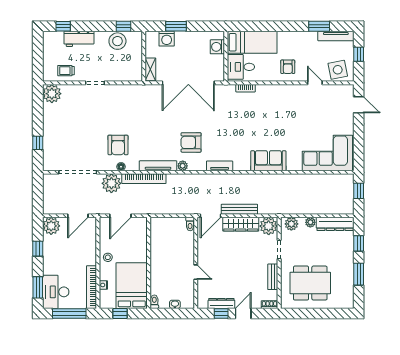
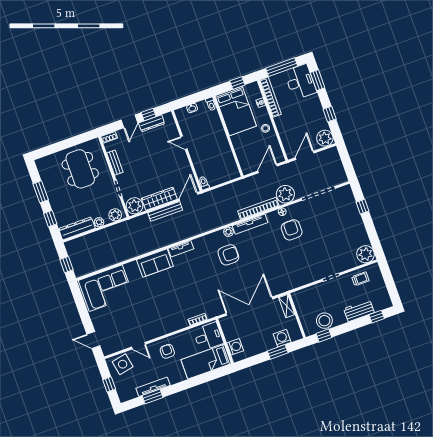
tv unit: (336, 36) -> (153, 387), moved
tv unit: (220, 166) -> (181, 249), moved
dining table: (310, 283) -> (80, 169), turned 90

